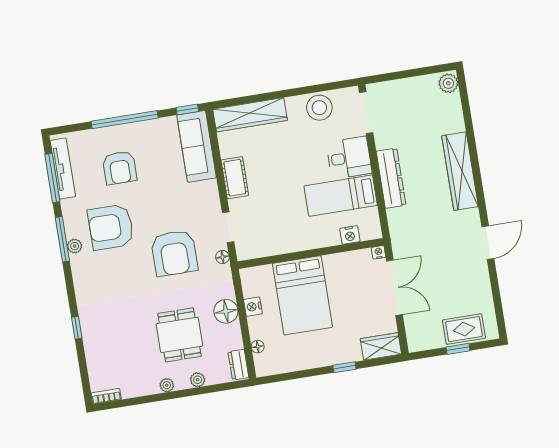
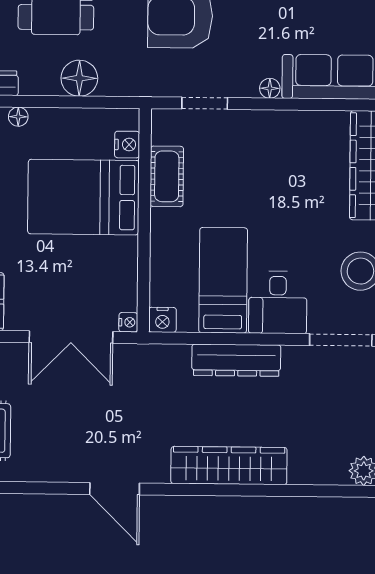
cot: (235, 178) -> (167, 176), moved, turned 90
nightstand: (350, 235) -> (162, 320), moved, turned -90
floor lamp: (223, 257) -> (270, 88), moved
nightstand: (253, 307) -> (127, 145), moved, turned 90

